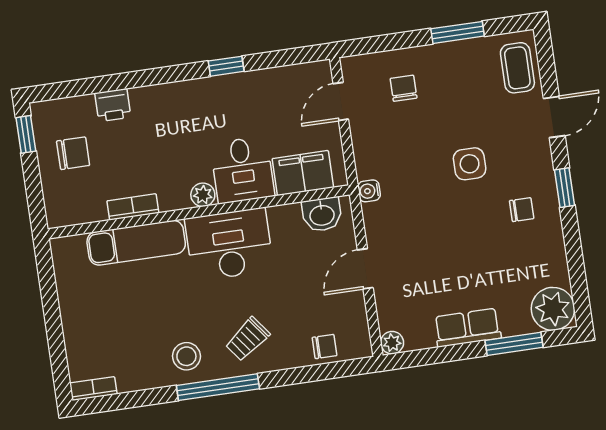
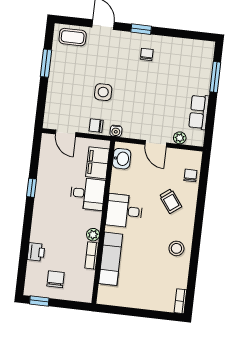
chair: (404, 88) -> (96, 126), moved
side table: (470, 164) -> (103, 92), moved
plant: (203, 195) -> (93, 235), moved
desk: (229, 244) -> (124, 211), width x0.73
plant: (553, 309) -> (202, 52), removed
row of seats: (467, 328) -> (199, 112), moved
trolley: (247, 339) -> (170, 201), moved
plant: (392, 343) -> (180, 138), moved
window: (218, 387) -> (197, 236), removed

